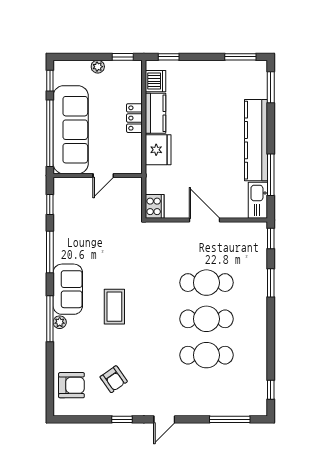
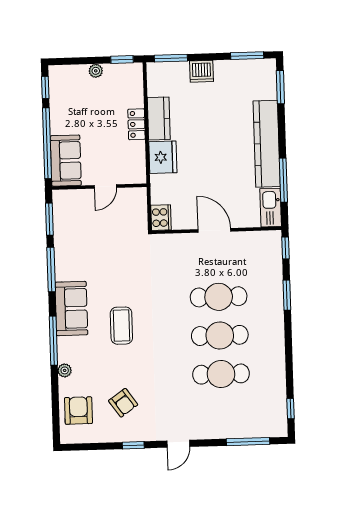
window: (169, 57) -> (171, 58), width x1.50
dishwasher: (156, 81) -> (201, 71), moved, turned 90
sofa: (71, 130) -> (66, 161), width x0.54, depth x0.79
window: (50, 205) -> (49, 219), width x1.50
plant: (60, 322) -> (65, 370), moved
armchair: (71, 385) -> (78, 411), turned -90

